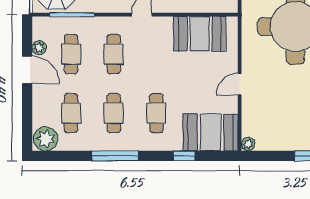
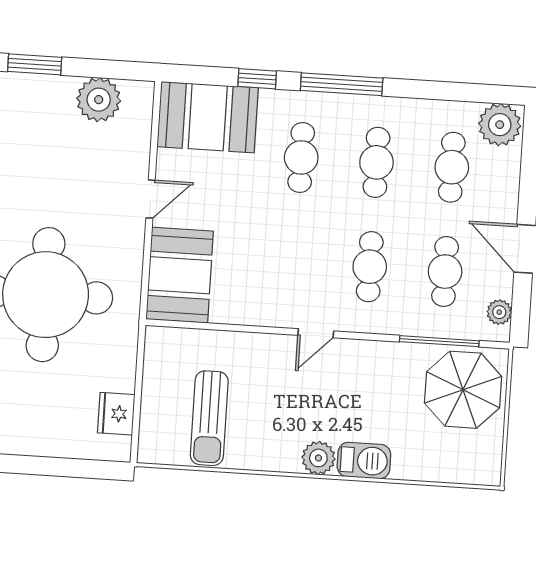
booth: (200, 34) -> (180, 275), moved, turned 90
plant: (39, 48) -> (499, 312), moved
plant: (248, 144) -> (99, 100), moved, width x1.88, depth x1.88
window: (115, 156) -> (342, 84), moved

